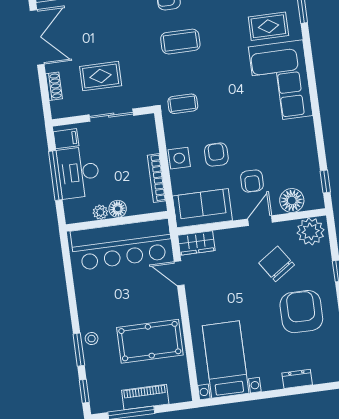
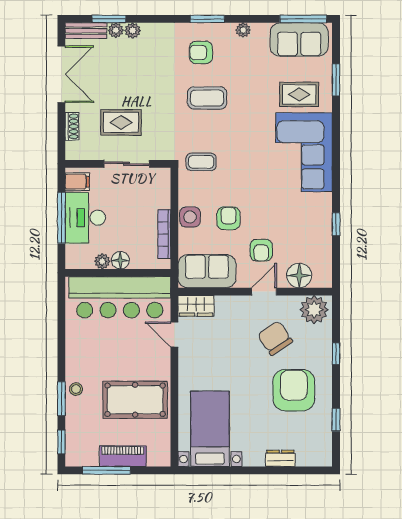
window: (325, 182) -> (336, 224), moved

